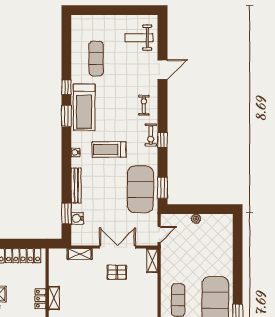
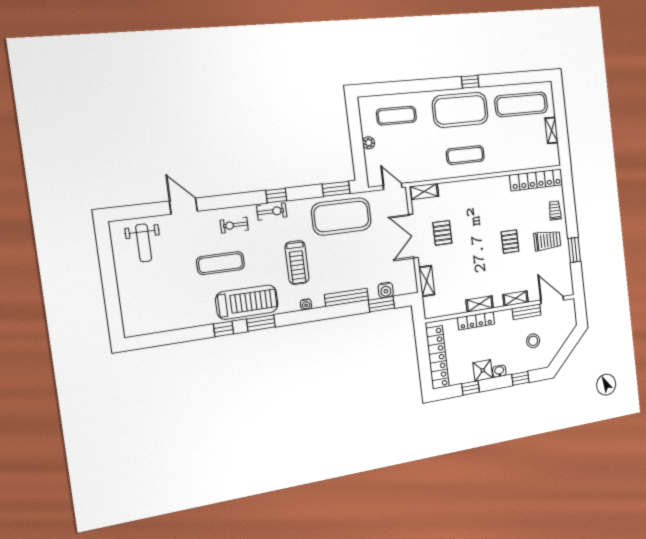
exercise mat: (96, 59) -> (221, 263), moved
exercise mat: (215, 244) -> (396, 116), added
locker: (40, 299) -> (476, 321), width x1.53

